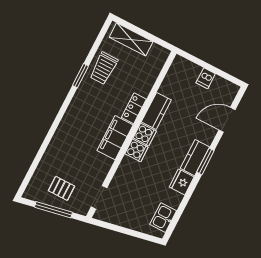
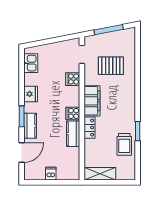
shelving: (131, 39) -> (100, 174), moved
trolley: (104, 68) -> (124, 144), turned 180
cooker: (137, 150) -> (73, 79), moved
kitchen counter: (195, 158) -> (30, 126), moved
pallet: (61, 188) -> (111, 66), moved, width x1.50, depth x1.42

